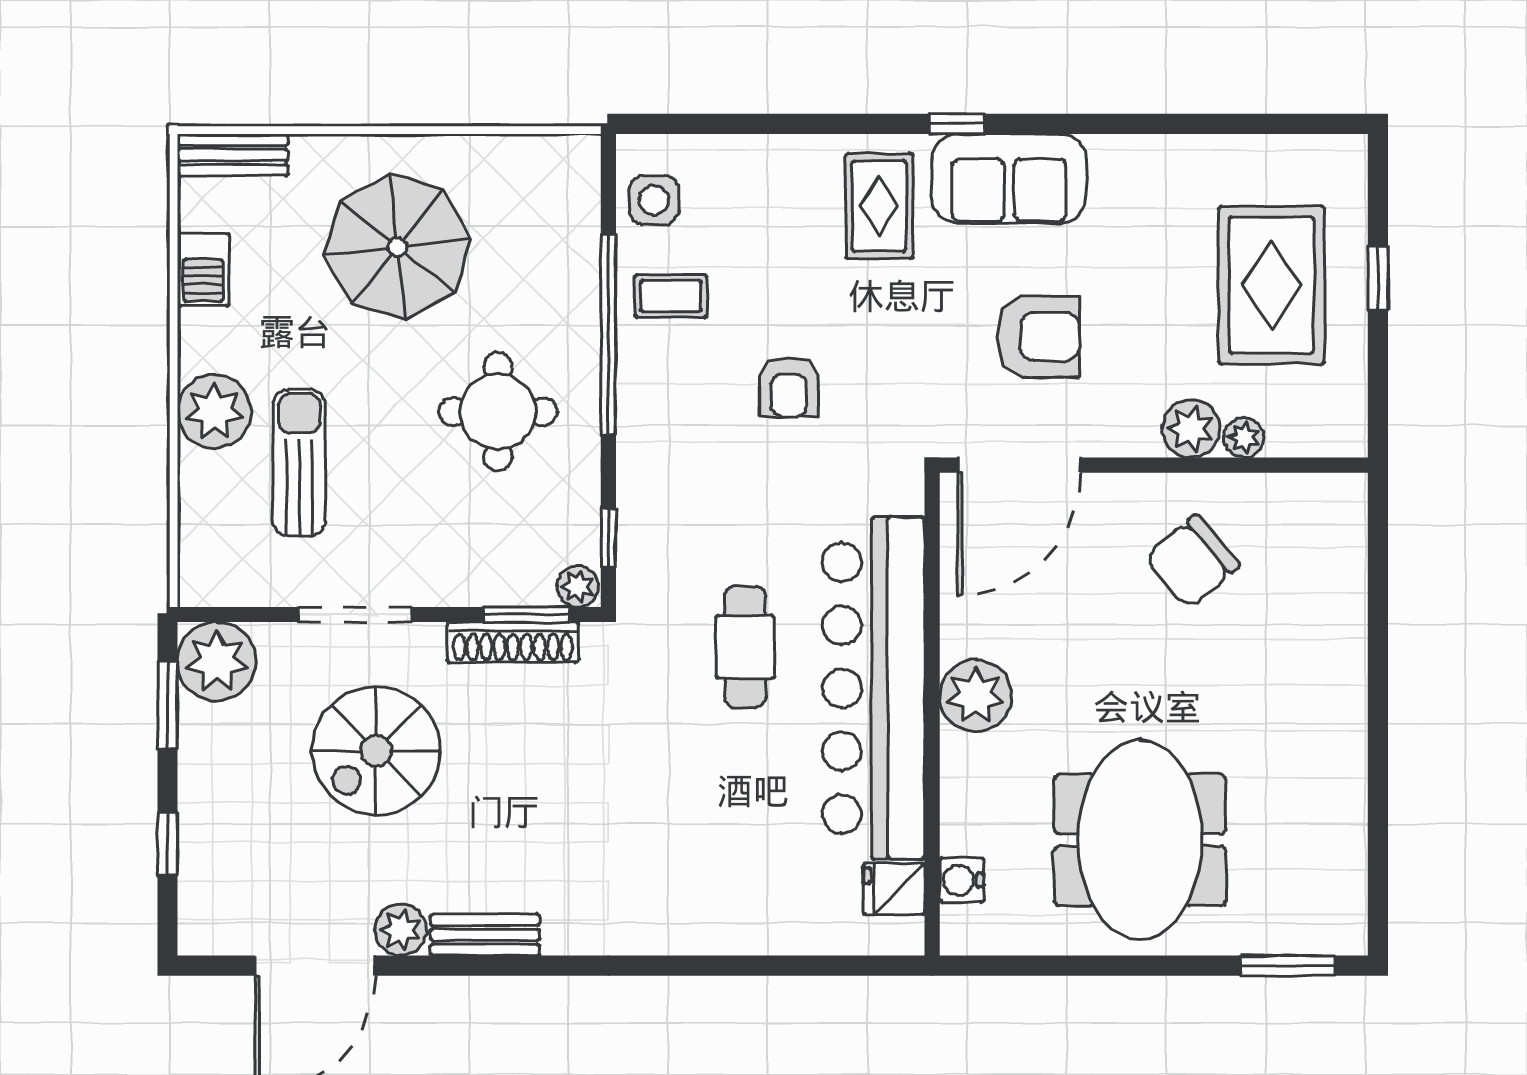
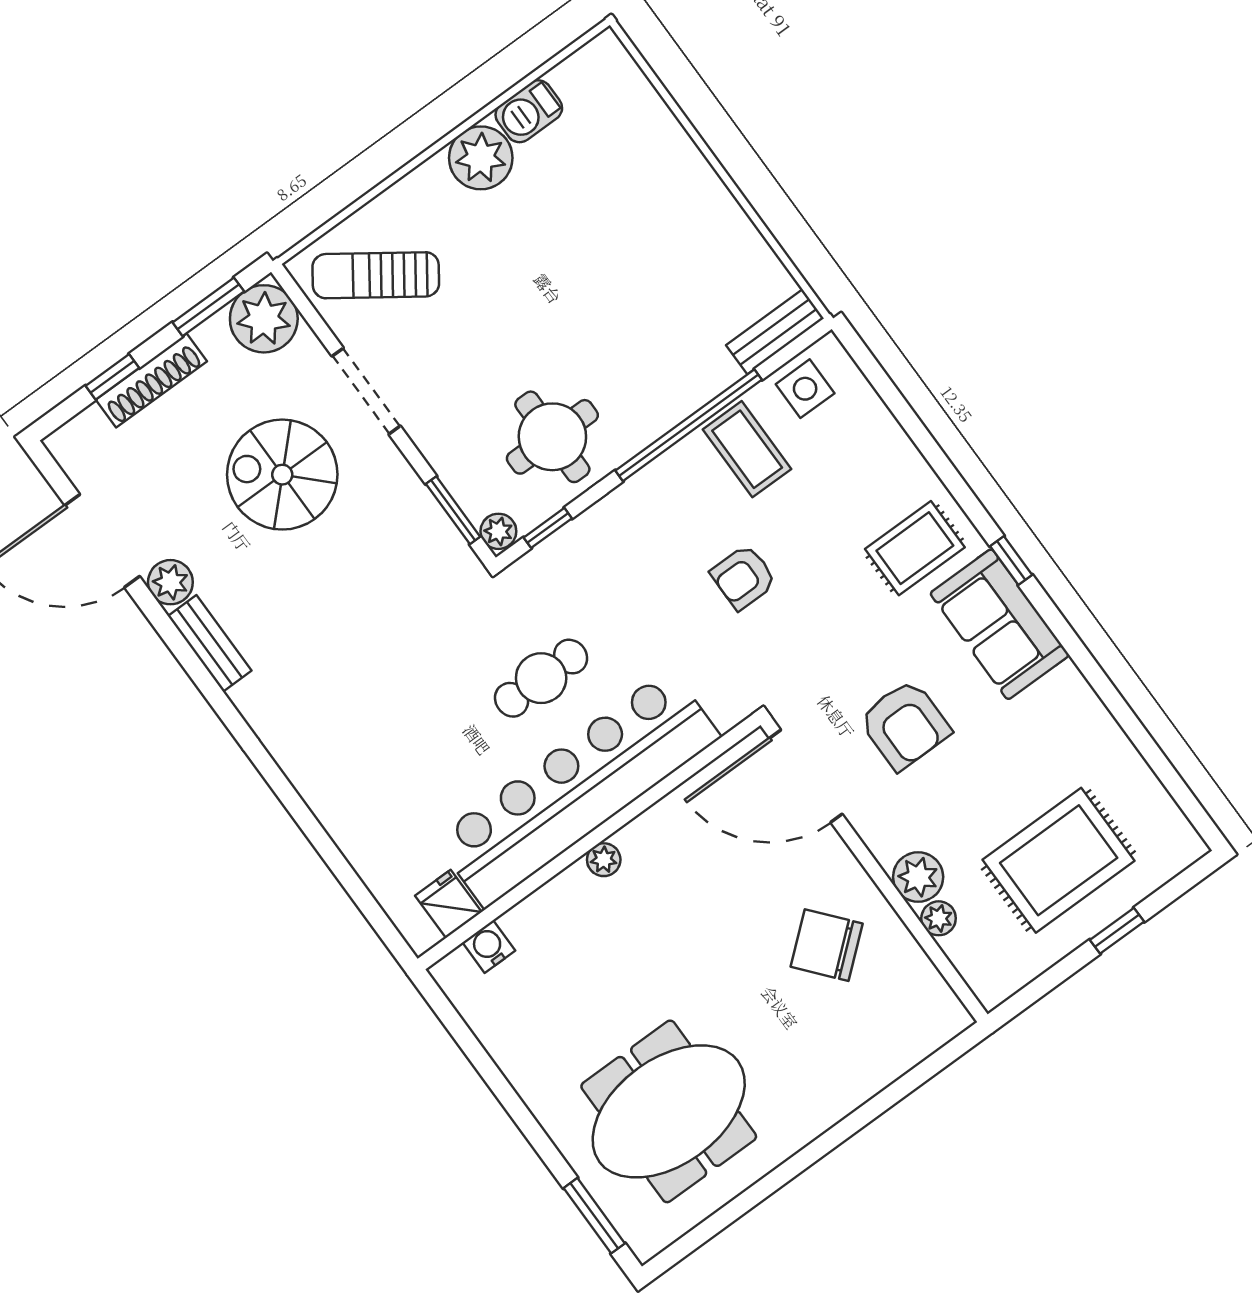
bench: (233, 155) -> (775, 332), moved, turned 90
parasol: (398, 247) -> (643, 235), removed
coffee table: (671, 296) -> (747, 449), width x1.36, depth x1.30
plant: (214, 411) -> (481, 158), moved
round table: (498, 412) -> (552, 437), moved
sun lounger: (299, 463) -> (376, 275), moved, turned -145
shoe rack: (513, 642) -> (151, 381), moved, turned -90
plant: (976, 696) -> (604, 860), width x0.53, depth x0.53
meeting table: (1140, 840) -> (669, 1111), moved

